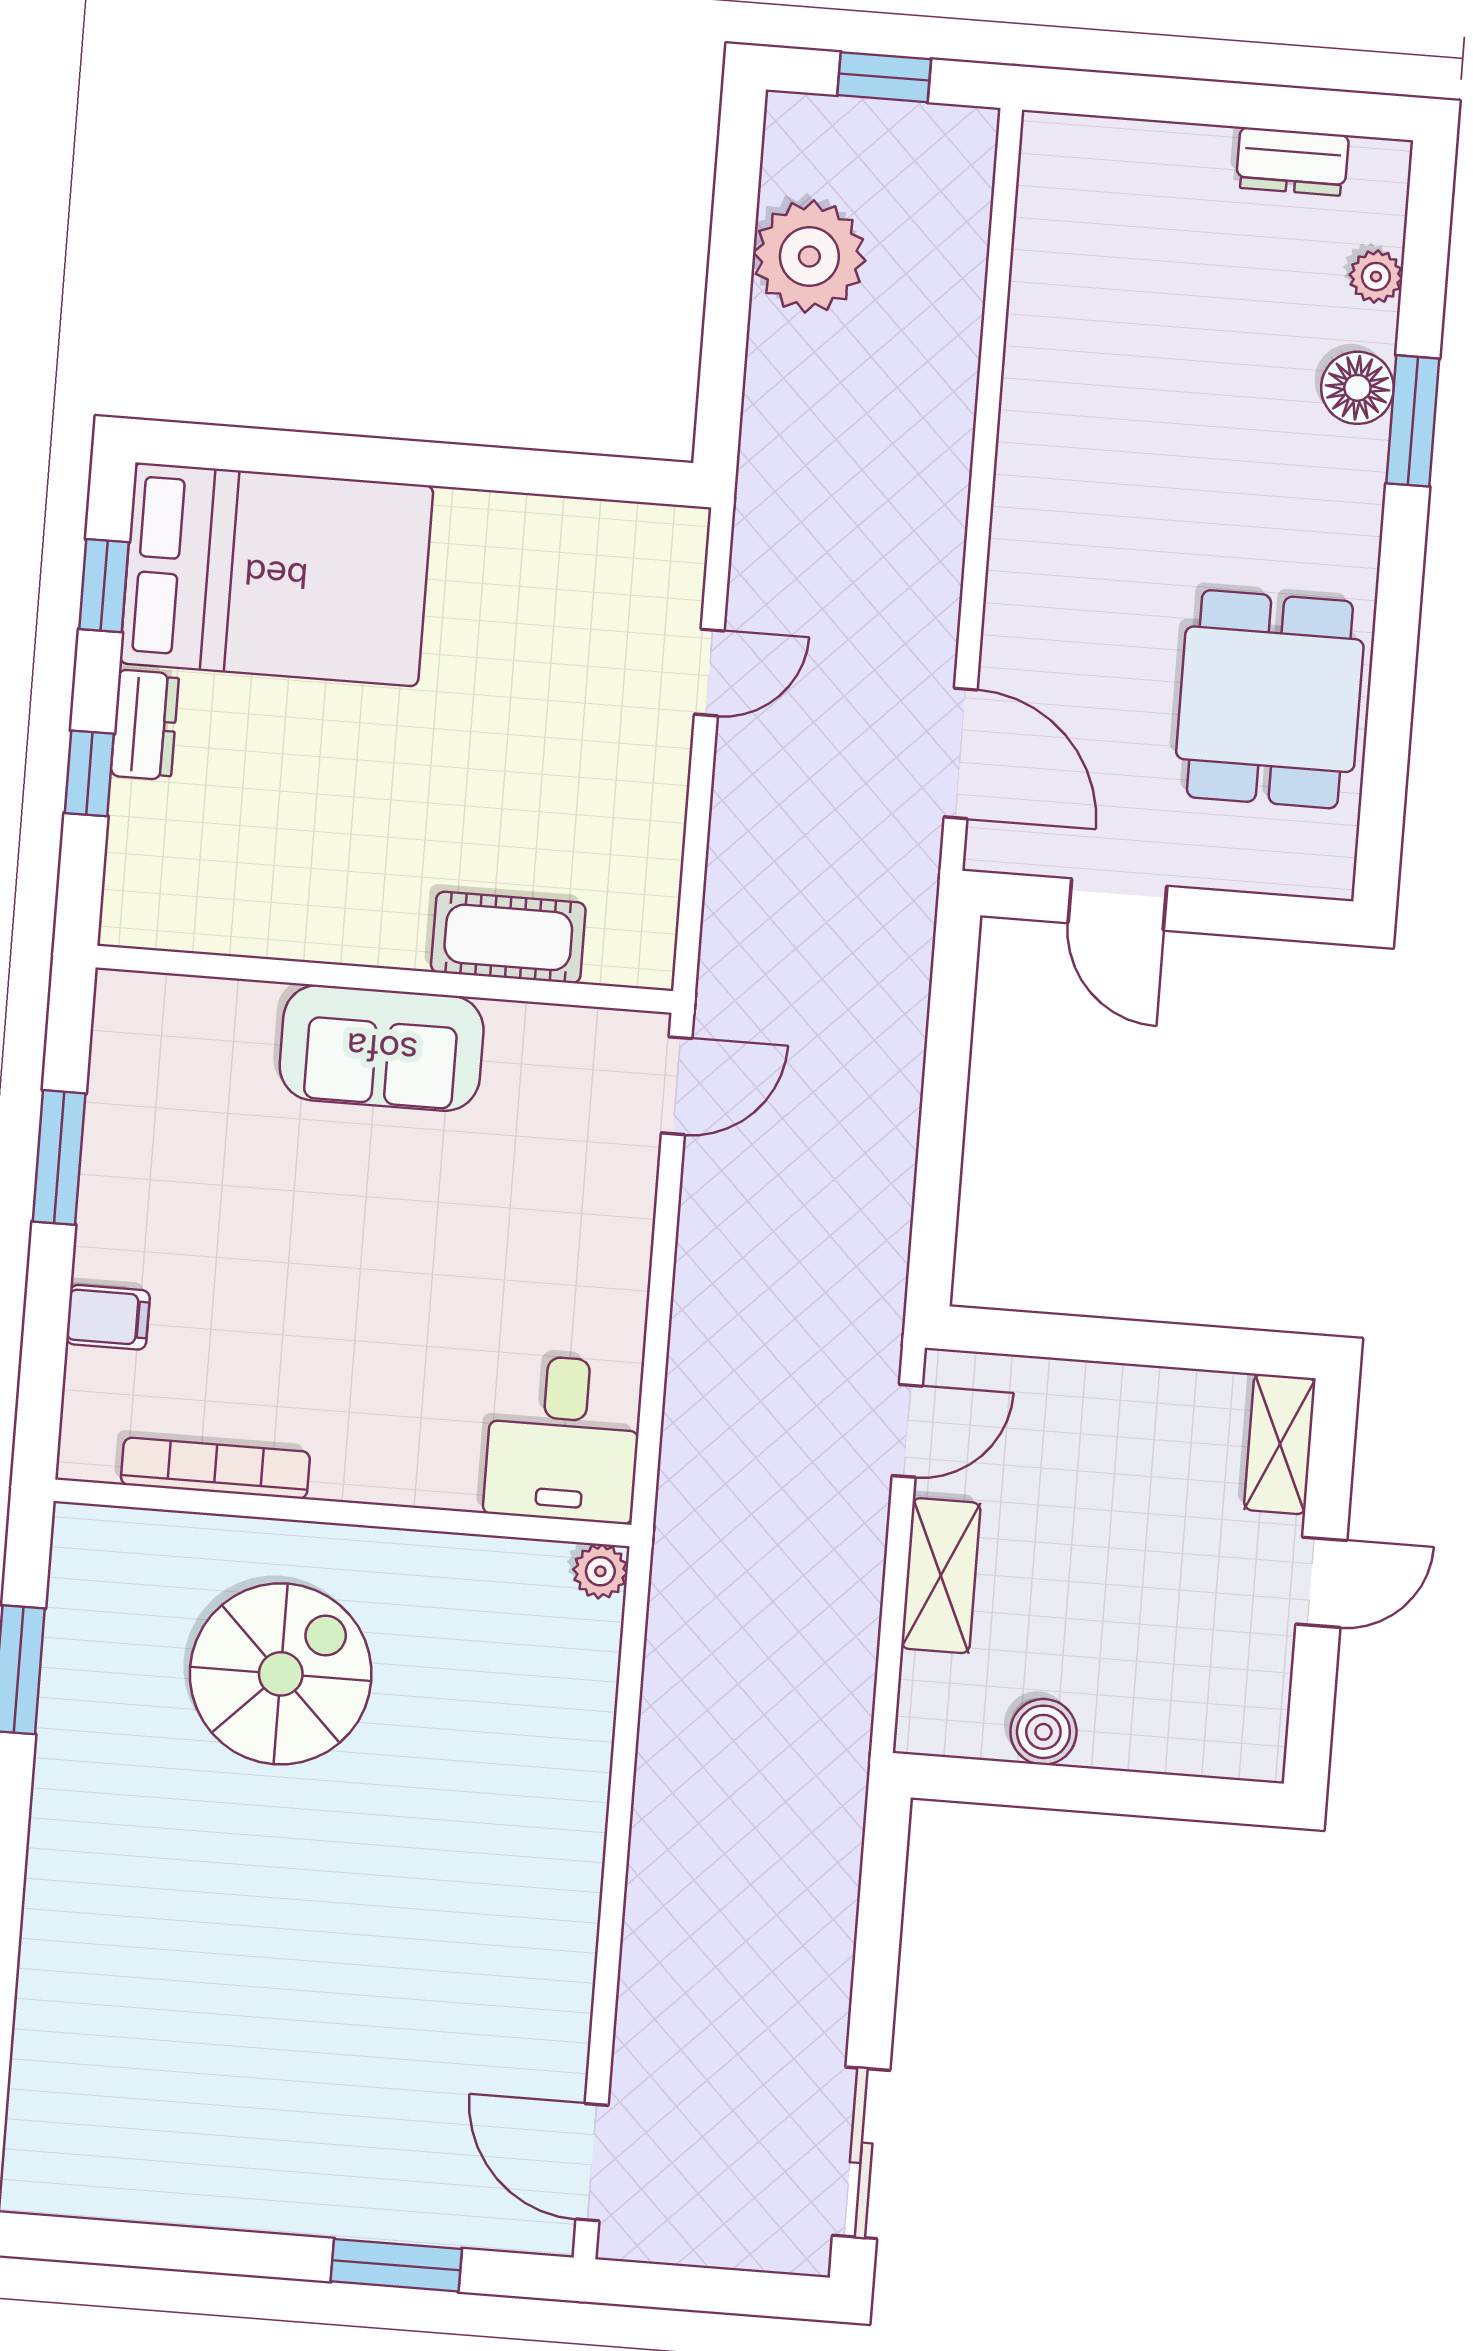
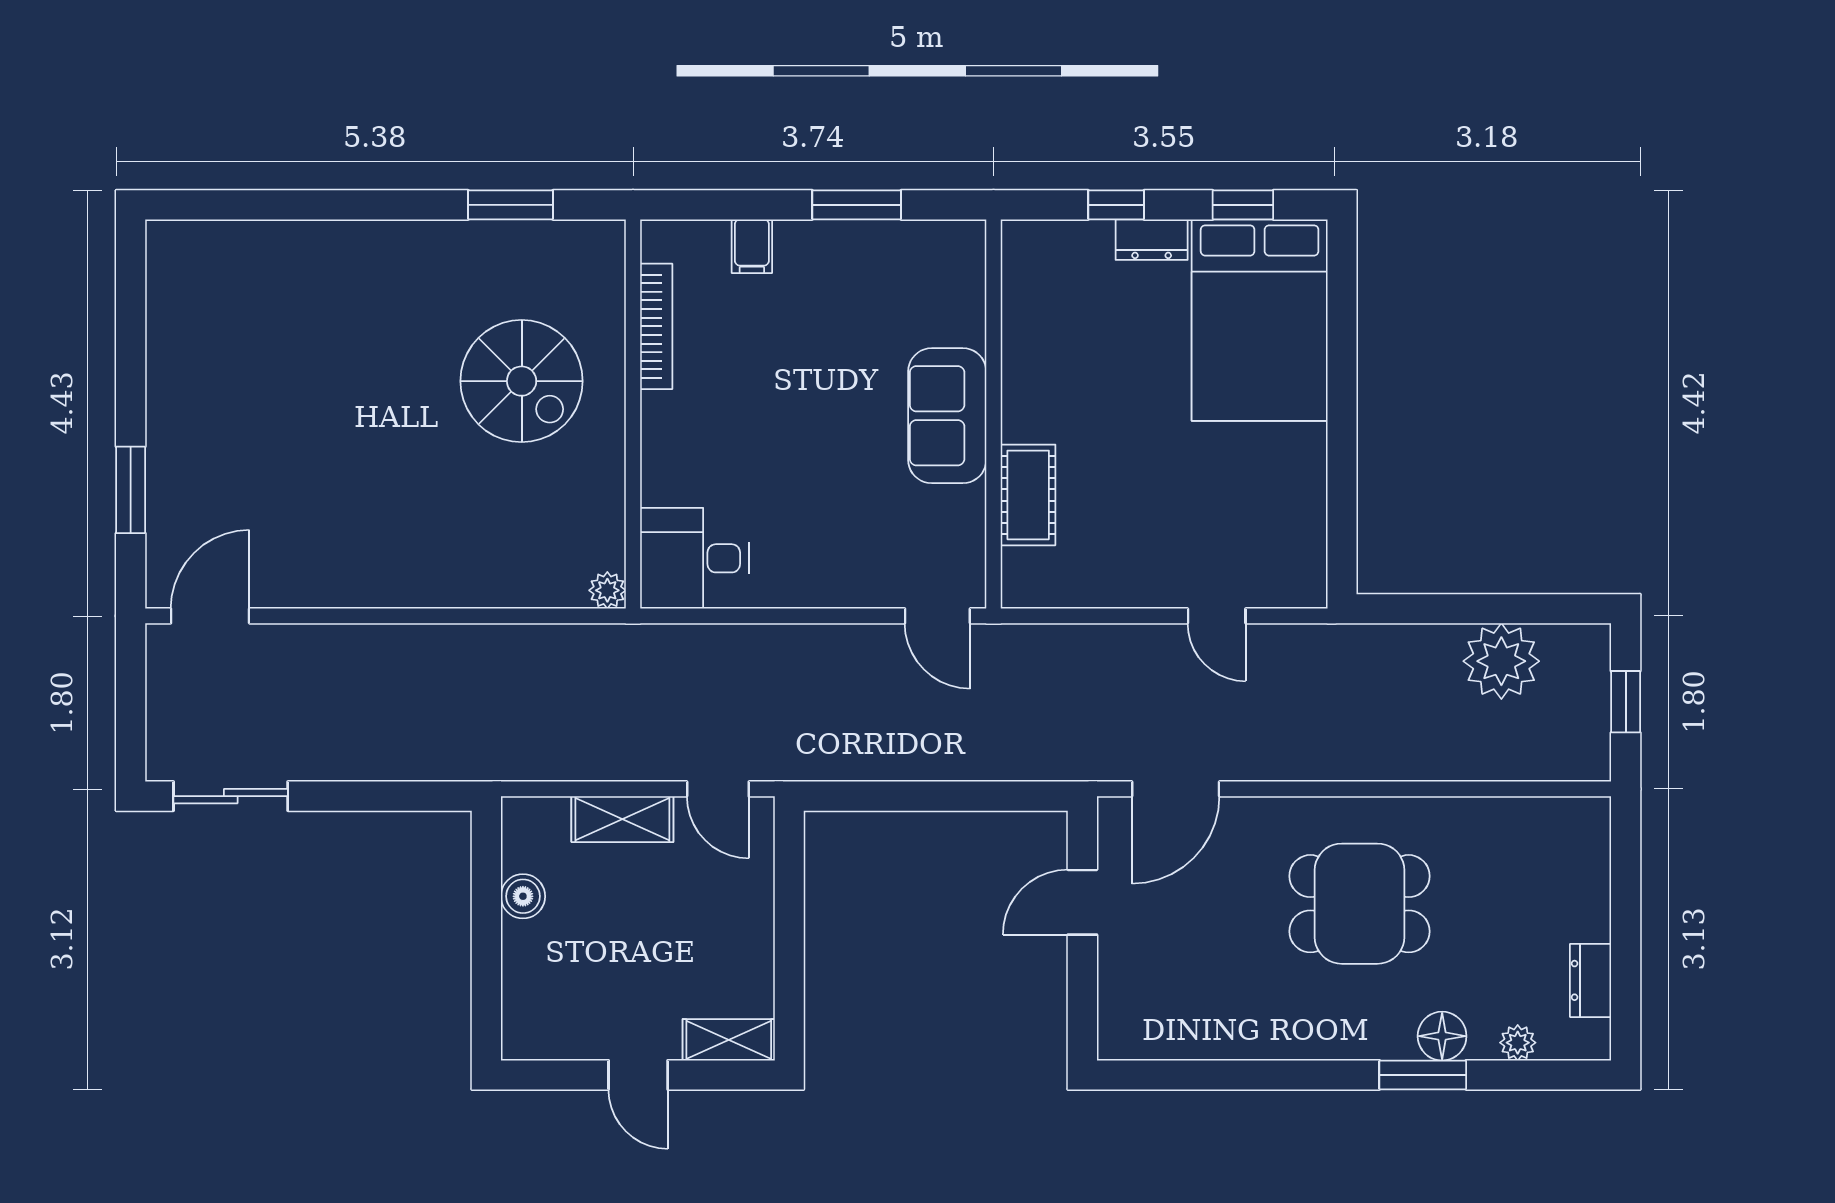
dining table: (1270, 699) -> (1360, 904), moved

